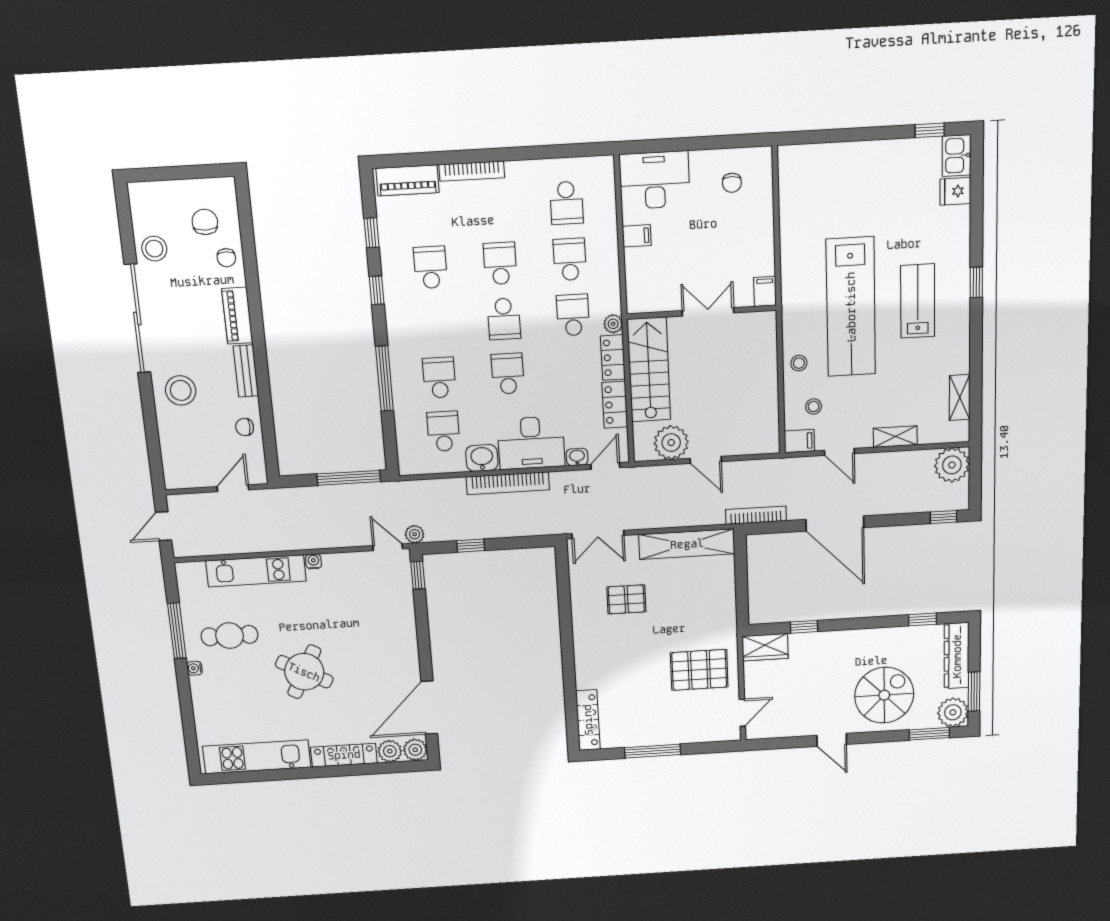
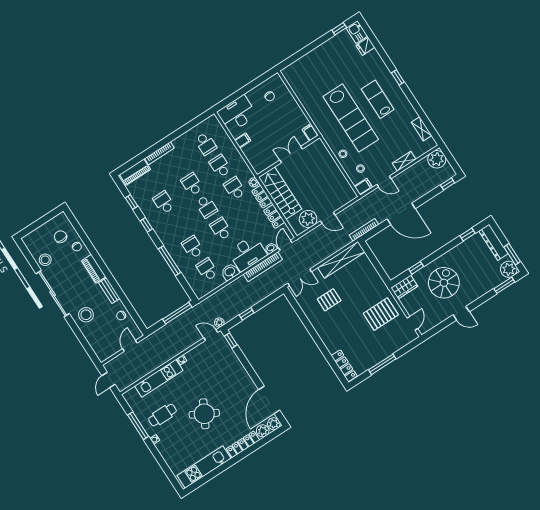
bookcase: (508, 483) -> (263, 267), moved
spiral stairs: (884, 695) -> (444, 283), moved

